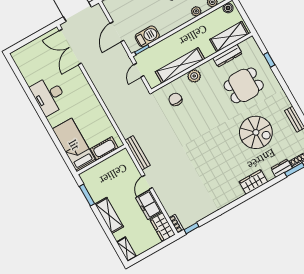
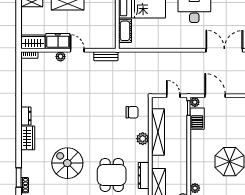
plant: (196, 11) -> (195, 102), moved
spiral stairs: (256, 132) -> (67, 163), turned 90
bench: (138, 153) -> (106, 56), width x0.73
dresser: (282, 168) -> (26, 116), moved
plant: (161, 194) -> (61, 56), added
window: (192, 228) -> (19, 65), removed

